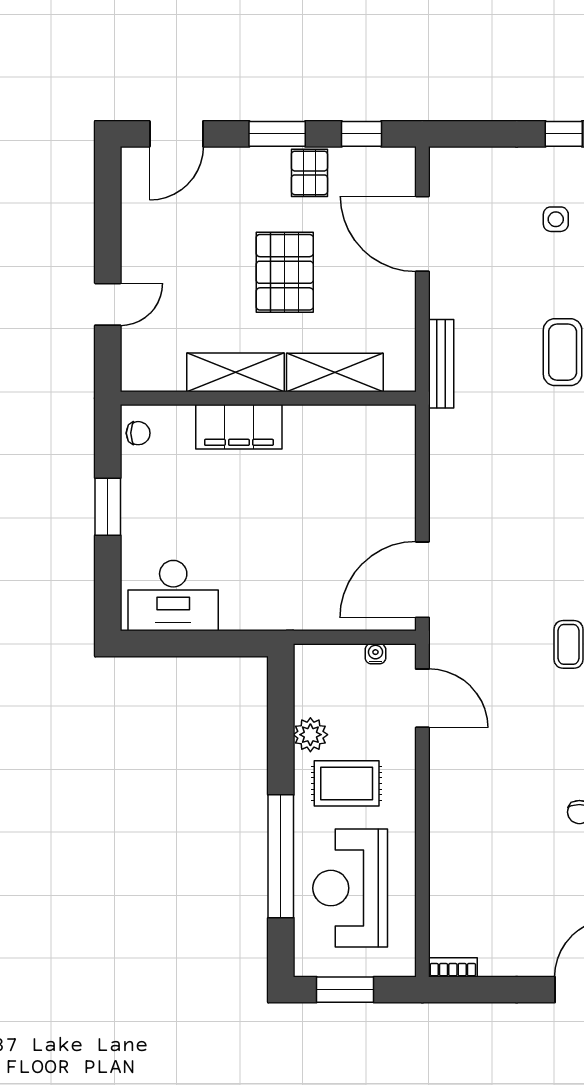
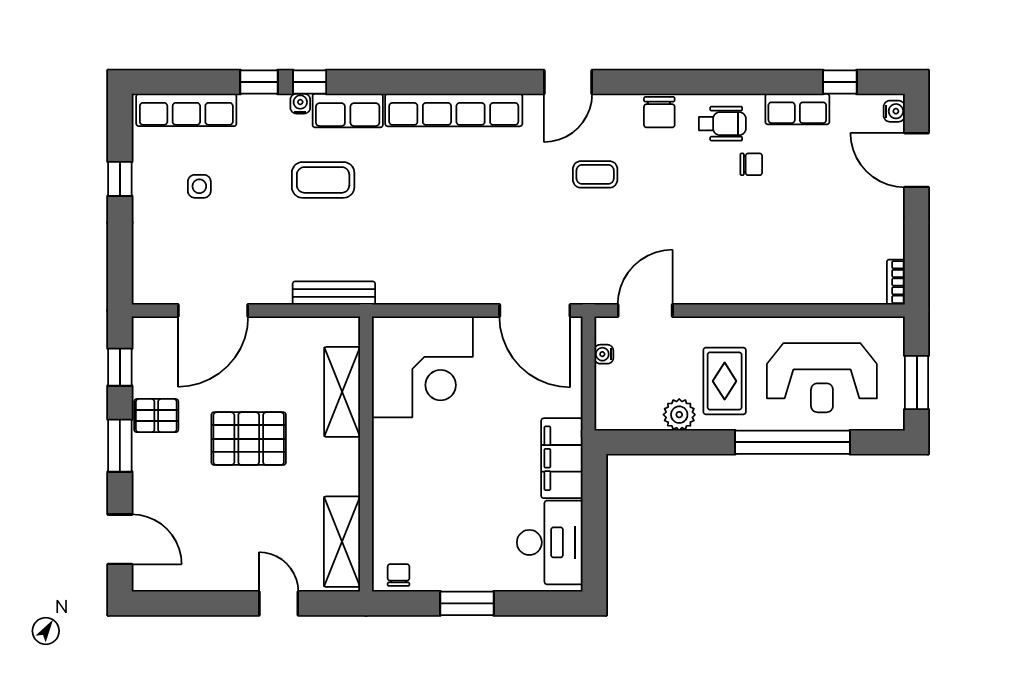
shelving: (235, 372) -> (342, 542), moved
filing cabinet: (239, 427) -> (562, 458), moved, turned 180
corner desk: (362, 459) -> (422, 367), added

